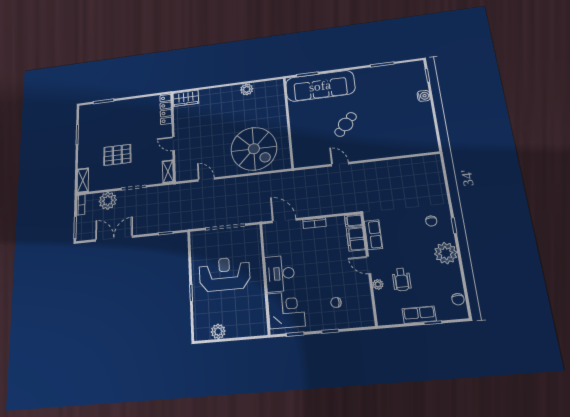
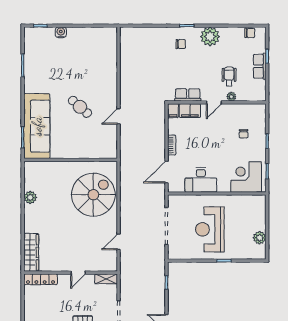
wardrobe: (186, 98) -> (31, 252), width x1.50
desk: (280, 274) -> (201, 180), moved
wheelchair: (402, 279) -> (229, 76), turned -90

